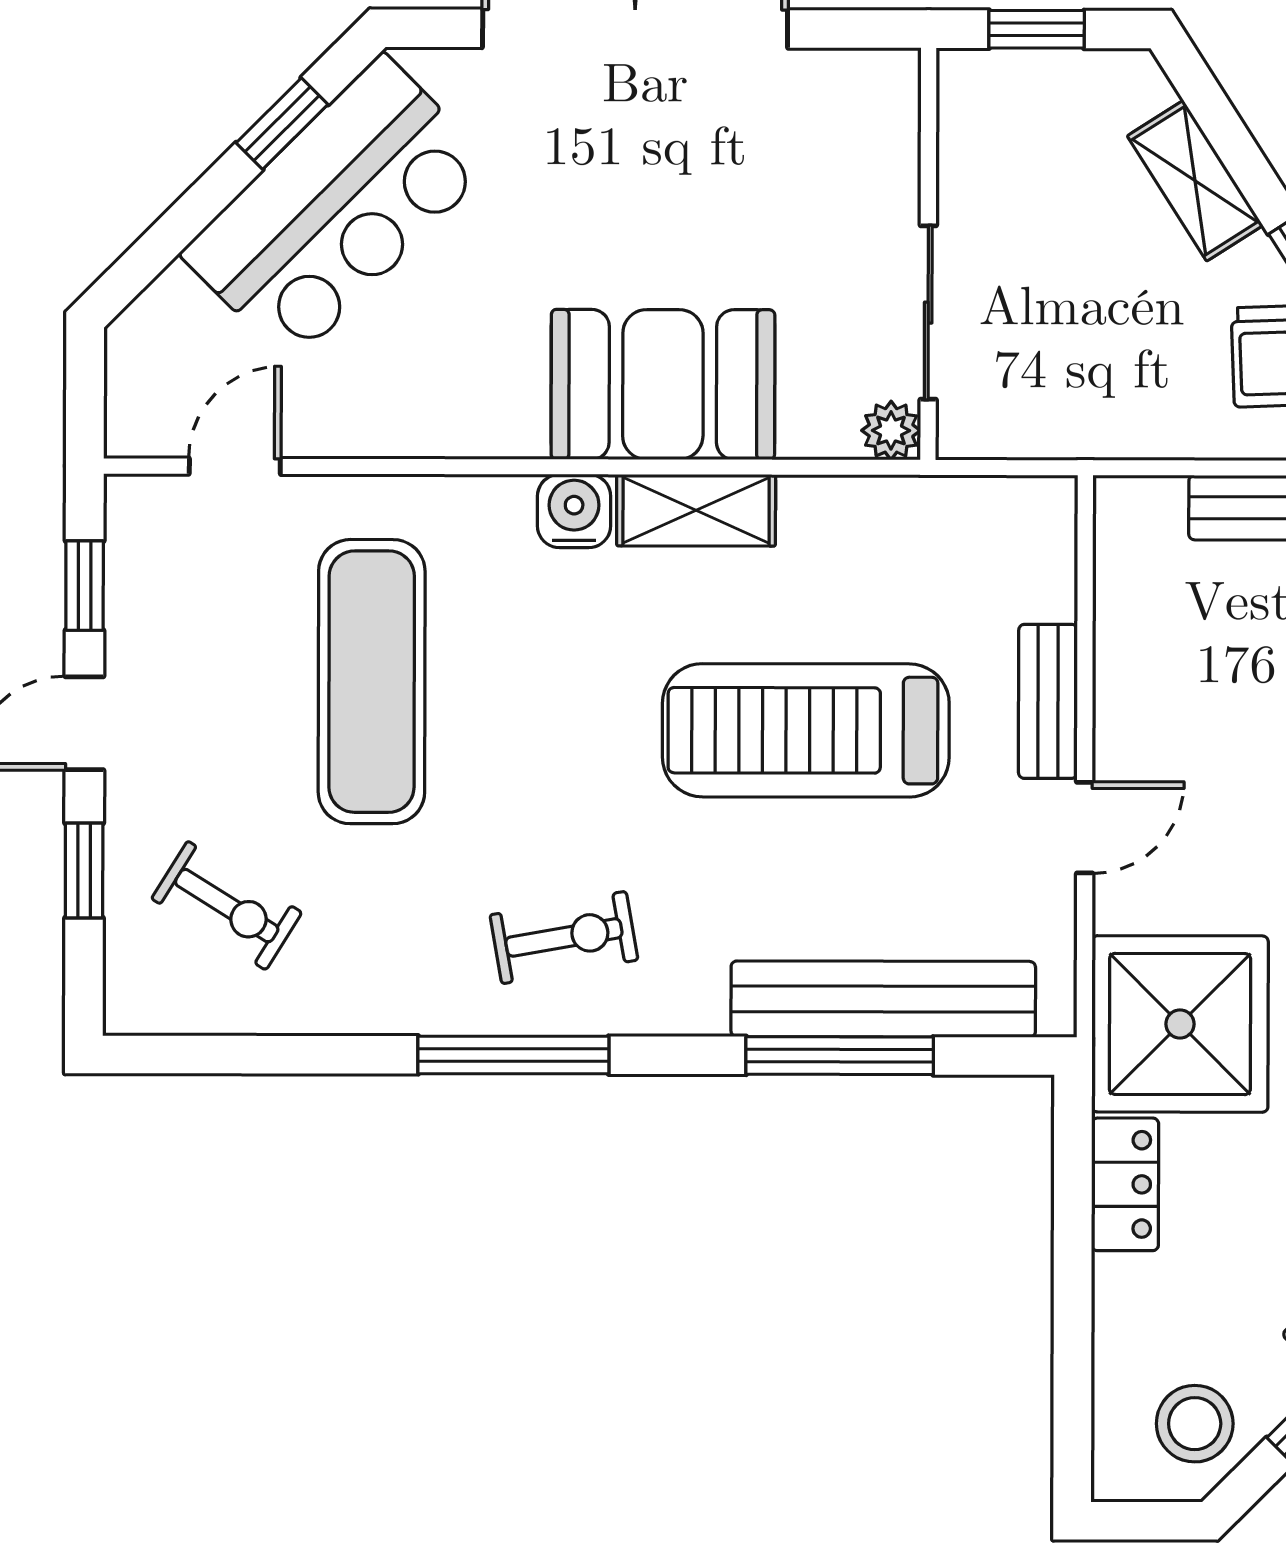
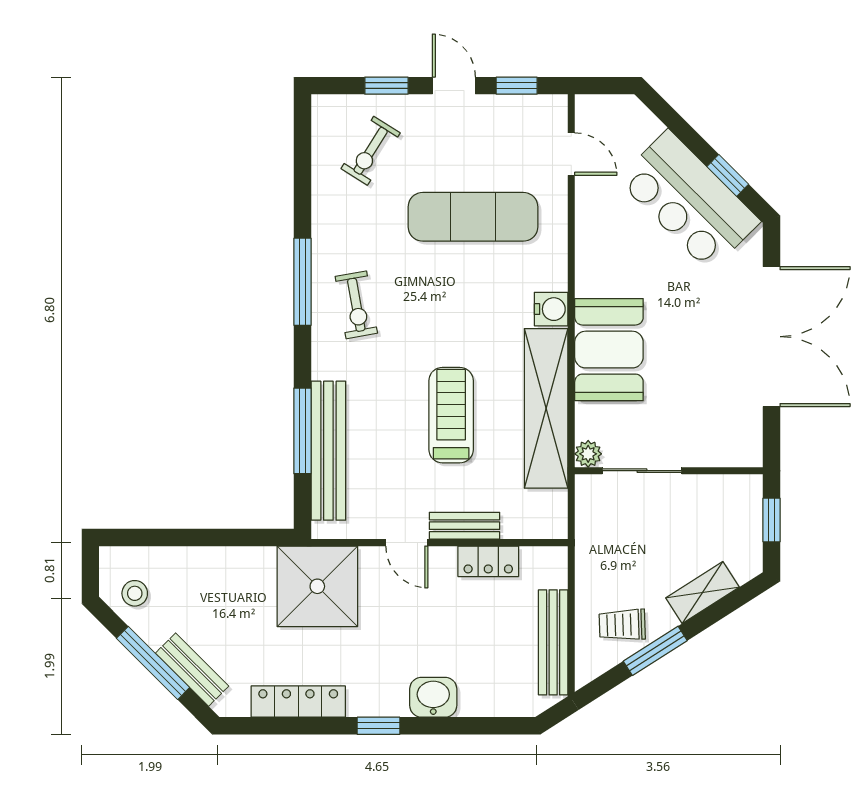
shelving: (696, 510) -> (546, 408), width x2.20, depth x1.33
treadmill: (806, 730) -> (451, 415), width x0.73, depth x0.73
locker: (1125, 1184) -> (488, 561), moved
stool: (1195, 1424) -> (135, 593), width x0.73, depth x0.73

